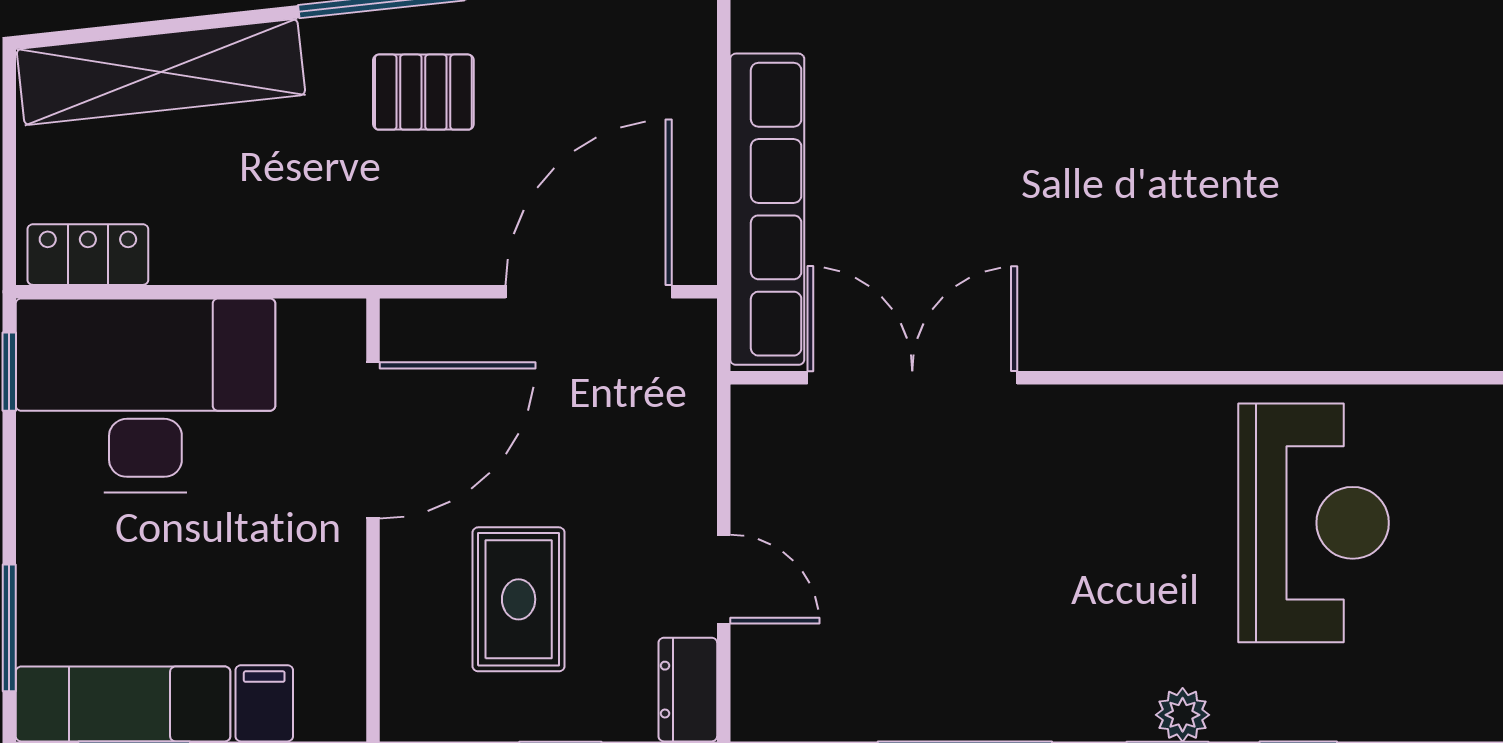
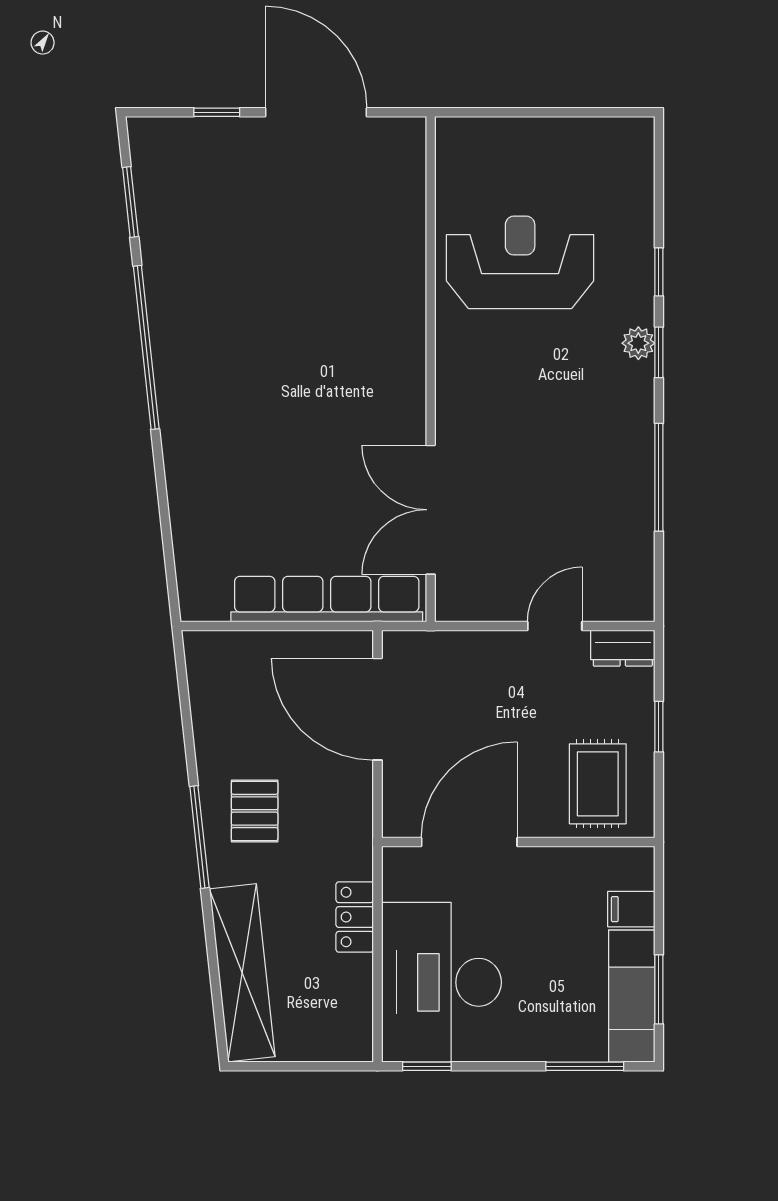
locker: (88, 255) -> (355, 917), moved
door: (373, 440) -> (469, 842), hinge flipped
rug: (519, 599) -> (598, 784), moved, turned 90

